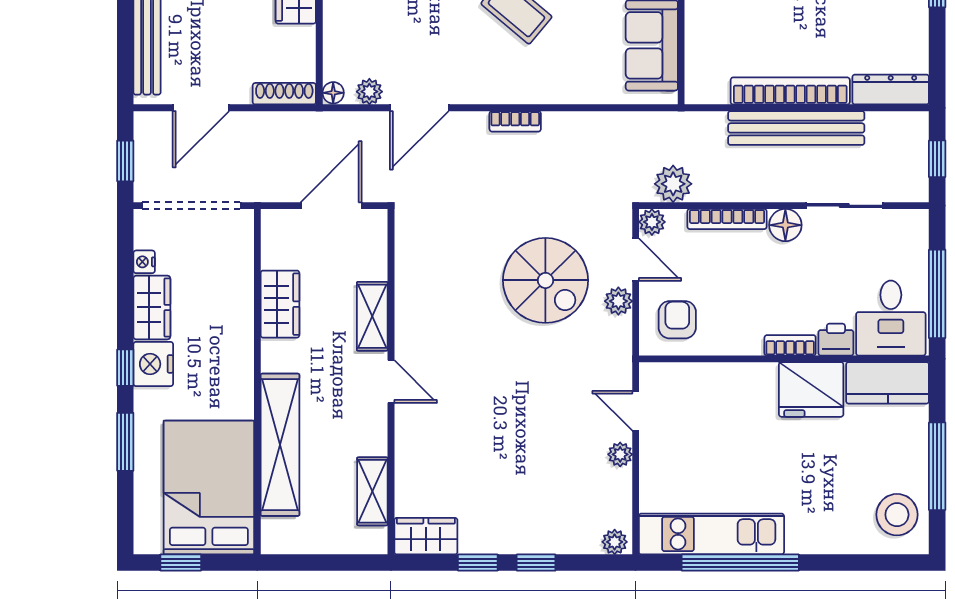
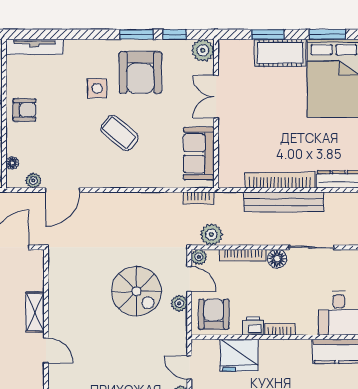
floor lamp: (333, 93) -> (12, 163), moved
bookcase: (515, 121) -> (198, 198), moved
armchair: (677, 320) -> (214, 314), width x1.38, depth x1.38
printer: (836, 340) -> (253, 326), moved
fridge: (811, 389) -> (239, 355), moved

